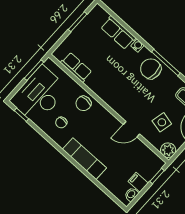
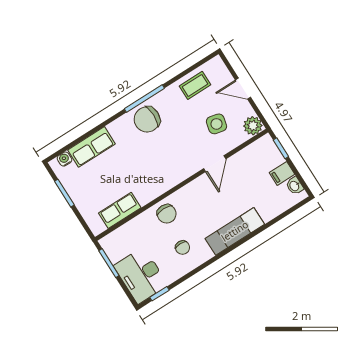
water cooler: (138, 46) -> (64, 159), moved
desk: (39, 95) -> (141, 275), width x0.73, depth x0.77

